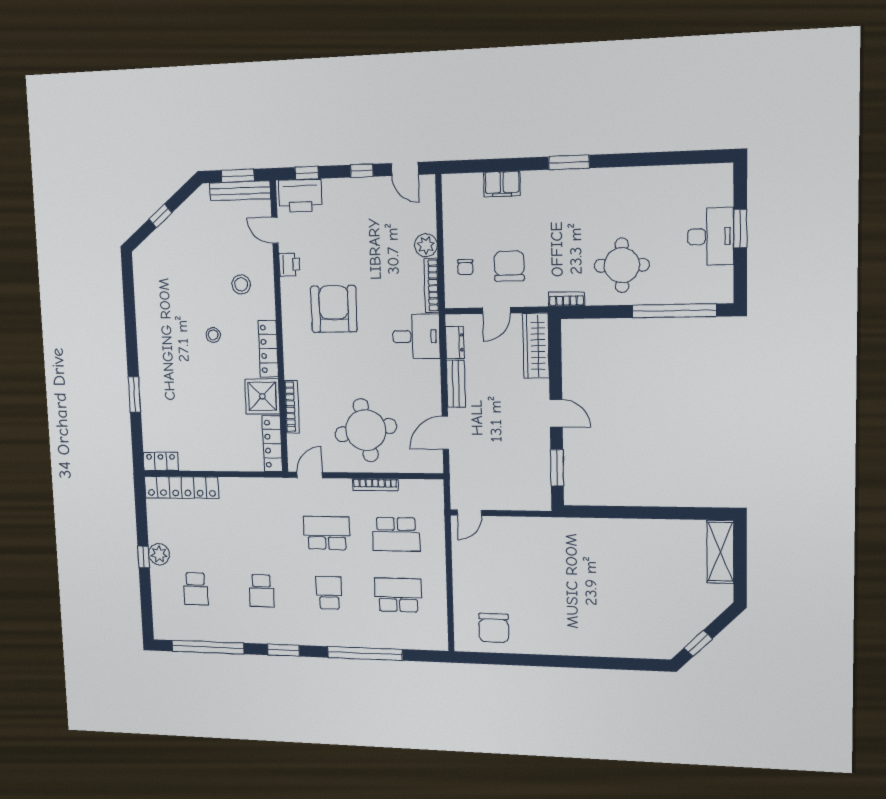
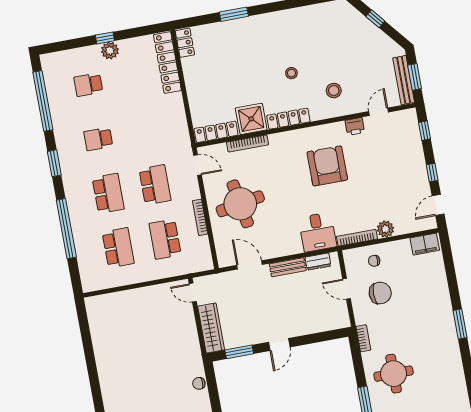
filing cabinet: (502, 184) -> (425, 244), moved, turned -90
printer: (300, 196) -> (407, 128), removed
armchair: (334, 309) -> (327, 166), turned -90
wardrobe: (536, 346) -> (211, 328), moved, turned 90
school desk: (329, 593) -> (108, 193), width x1.85
chair: (494, 628) -> (199, 383), moved, width x0.54, depth x0.54

